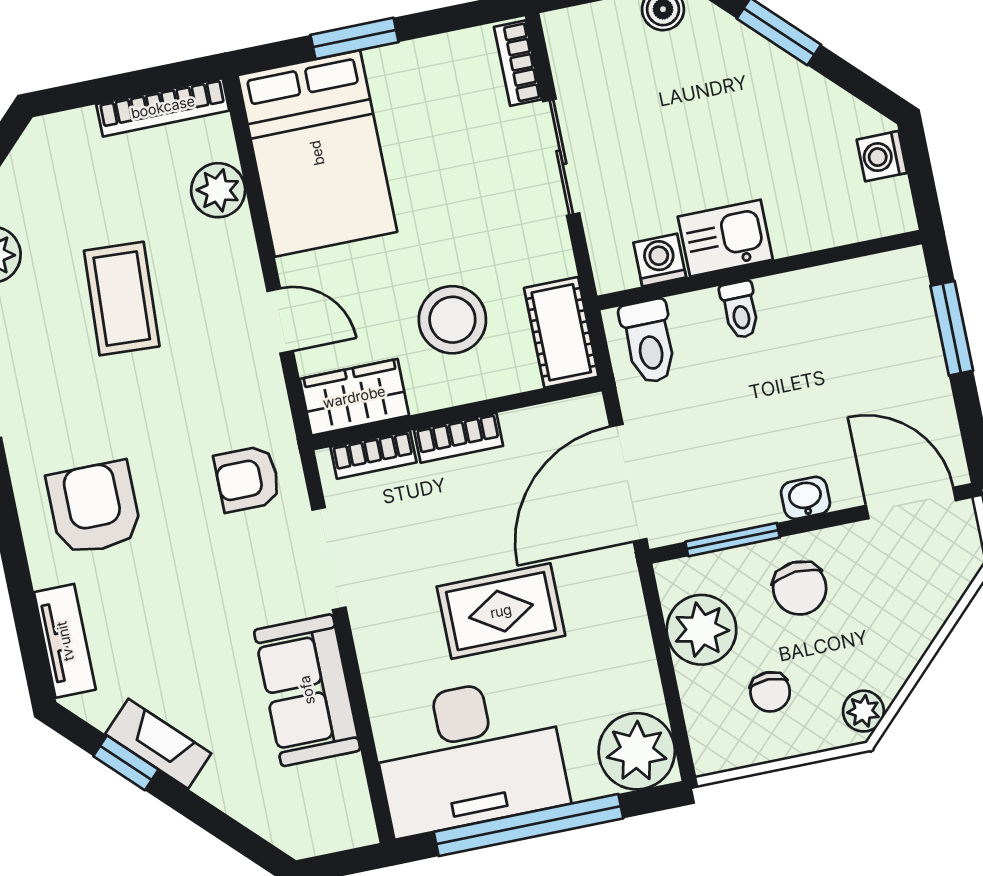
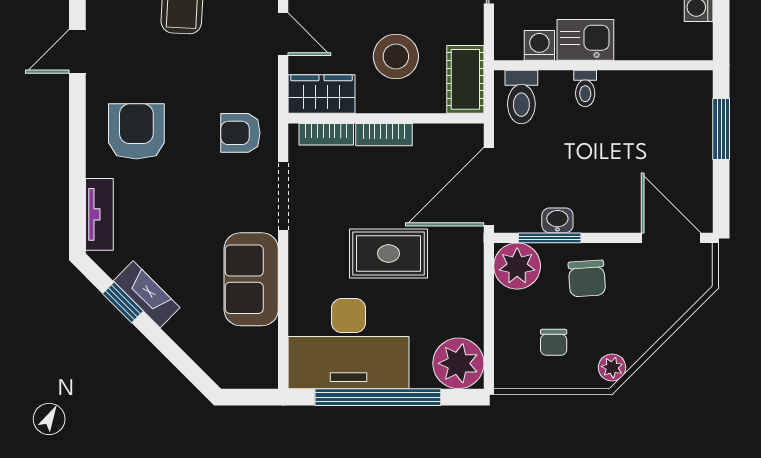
washbasin: (805, 498) -> (557, 220), moved
plant: (701, 630) -> (517, 266), moved

